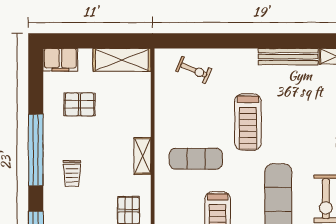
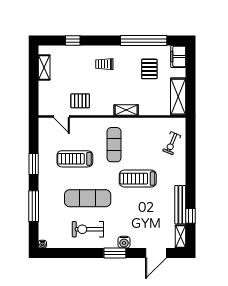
window: (305, 41) -> (191, 216), added
window: (36, 150) -> (144, 40), moved
shelving: (142, 156) -> (126, 110), moved

